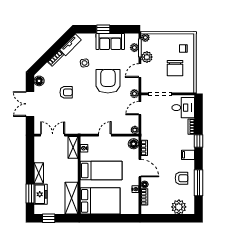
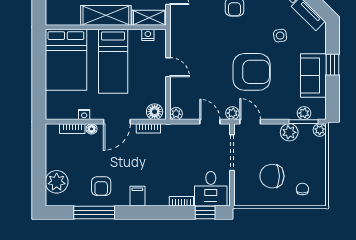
door: (140, 71) -> (250, 122), moved
window: (198, 141) -> (205, 212), moved
shelving: (72, 198) -> (106, 15), moved

